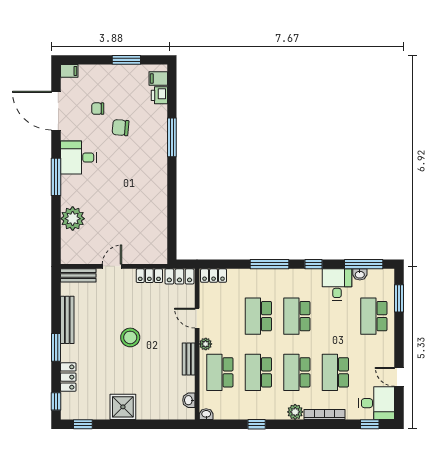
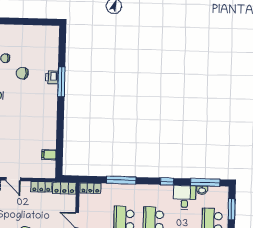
window: (126, 60) -> (28, 22), removed
filing cabinet: (158, 78) -> (49, 155), moved
printer: (159, 95) -> (52, 77), moved
window: (270, 264) -> (121, 180), moved
door: (112, 266) -> (13, 179), swing flipped

